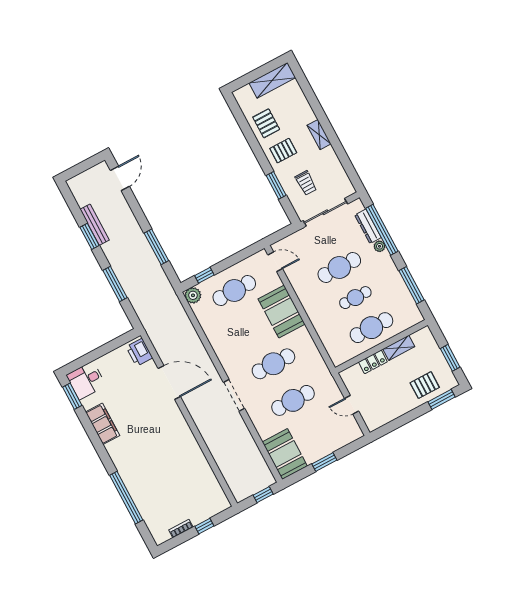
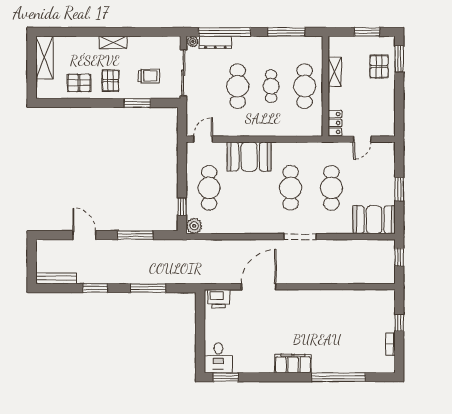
door: (120, 178) -> (84, 235), moved
bench: (95, 225) -> (56, 278), moved
plant: (380, 246) -> (193, 42), moved
locker: (373, 362) -> (335, 123), moved
filing cabinet: (103, 424) -> (293, 364), moved

